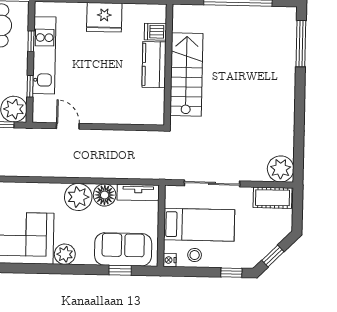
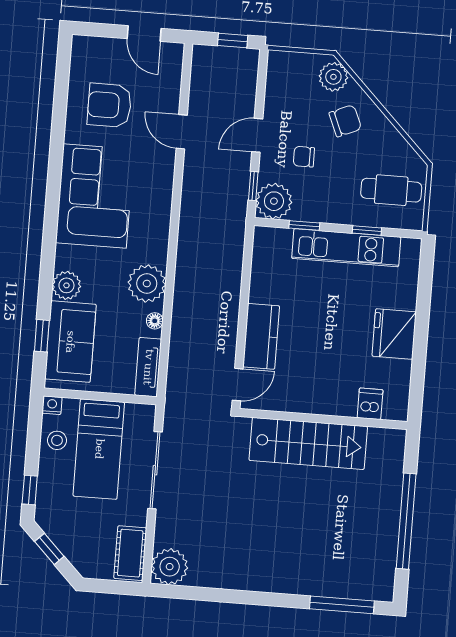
kitchen counter: (154, 65) -> (261, 336), moved, turned 90
door: (68, 126) -> (238, 385), moved
floor lamp: (105, 195) -> (155, 321), width x0.53, depth x0.53
plant: (65, 254) -> (66, 285), moved

